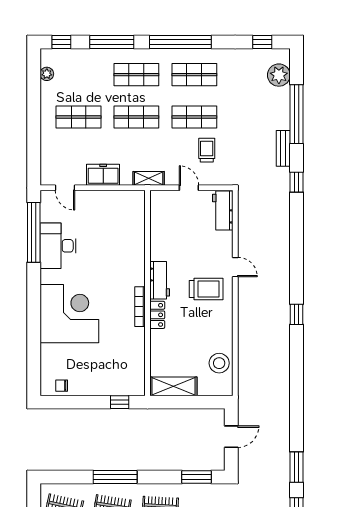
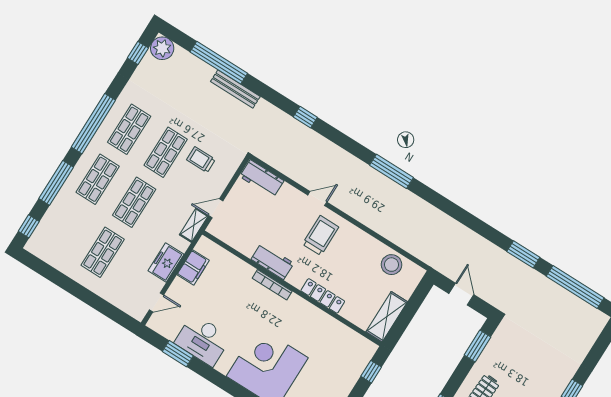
plant: (47, 74) -> (48, 256), removed
plant: (279, 75) -> (162, 48), moved
bench: (283, 148) -> (235, 89), width x1.36
window: (297, 182) -> (305, 117), moved
door: (189, 188) -> (216, 208), moved
filing cabinet: (113, 200) -> (193, 267), added
window: (34, 232) -> (178, 354), width x0.47
workbench: (160, 280) -> (272, 261), moved
bookcase: (140, 307) -> (272, 285), moved
window: (297, 314) -> (392, 171), width x2.17
locker: (157, 315) -> (323, 296), width x1.53

